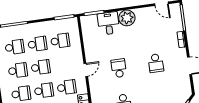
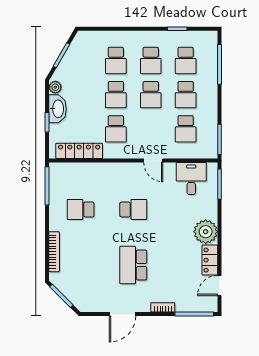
locker: (145, 12) -> (210, 260), added
desk: (108, 23) -> (191, 179), moved, turned -90
school desk: (156, 63) -> (133, 265), width x1.85
door: (86, 70) -> (153, 160), moved

